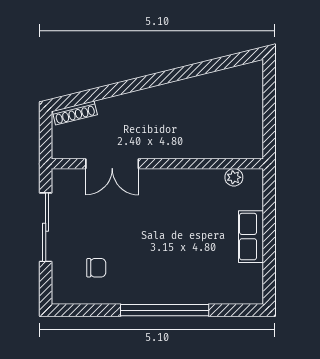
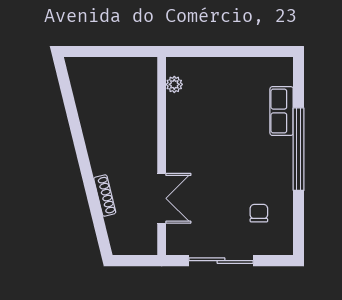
shoe rack: (75, 113) -> (105, 196), moved
row of seats: (251, 237) -> (282, 111), moved, turned 90

